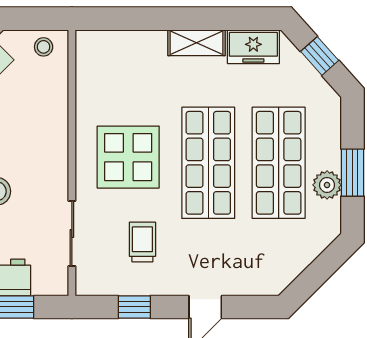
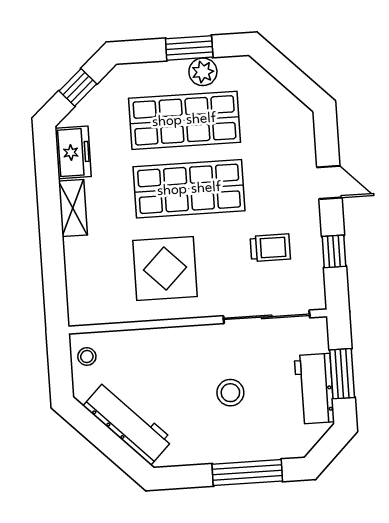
display table: (128, 157) -> (165, 268), moved
sliding door: (72, 234) -> (267, 317), width x1.37
trolley: (142, 242) -> (270, 248), turned 180

